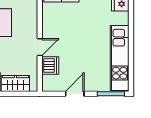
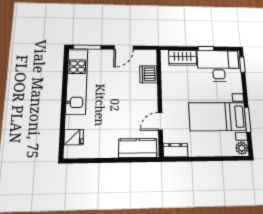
door: (40, 47) -> (160, 121), moved

